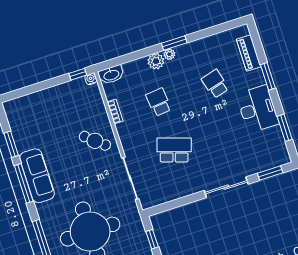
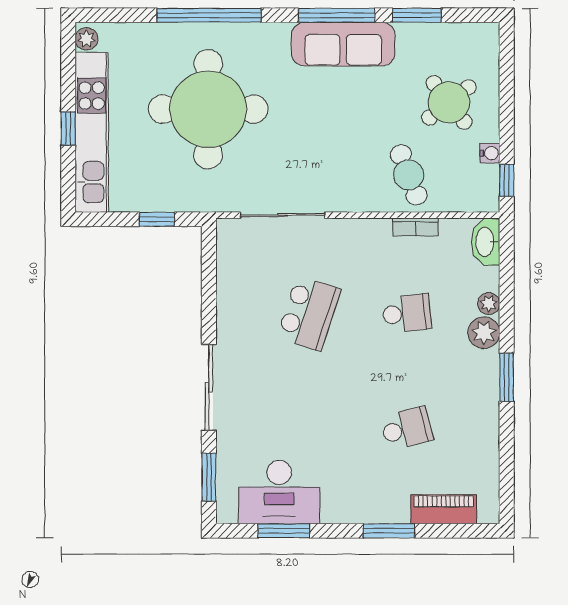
plant: (169, 54) -> (489, 304), moved
water cooler: (91, 79) -> (490, 153), moved
desk: (258, 109) -> (279, 492), moved
round table: (49, 115) -> (449, 102), added
cafe table: (95, 141) -> (409, 175), moved, turned -61

